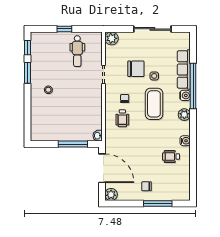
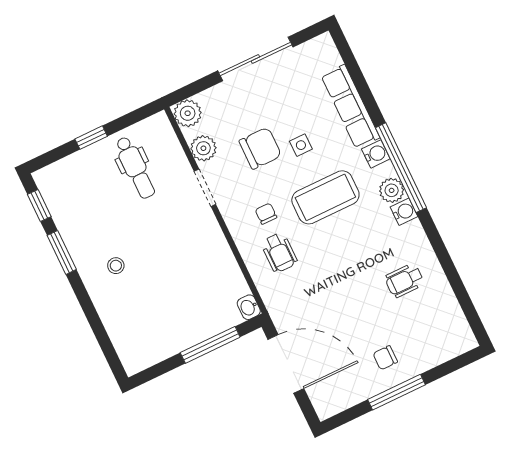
window: (193, 86) -> (401, 168), moved
coffee table: (154, 104) -> (325, 197), turned 90
water cooler: (185, 141) -> (404, 212), moved
plant: (111, 195) -> (203, 148), moved
window: (158, 204) -> (397, 392), moved

